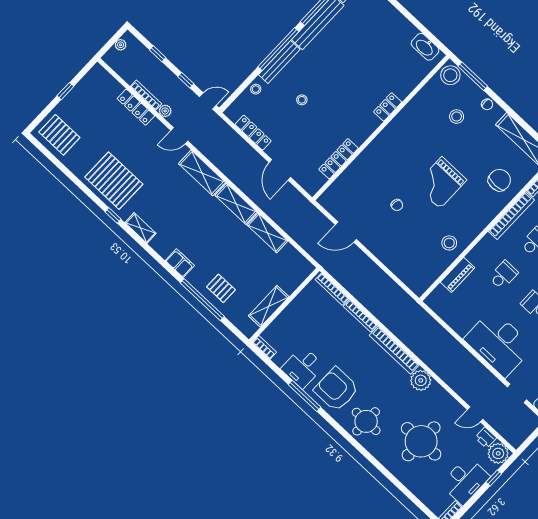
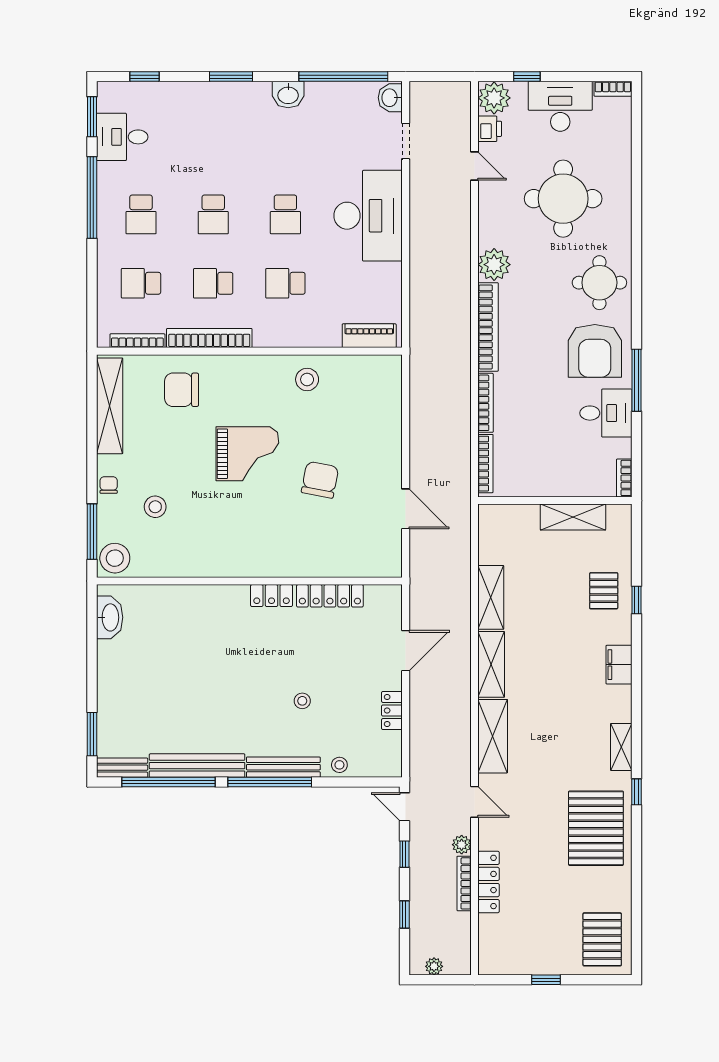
locker: (388, 107) -> (272, 596), moved
locker: (253, 133) -> (392, 710), width x0.66
chair: (397, 205) -> (320, 480), width x1.87, depth x1.87
piano: (458, 275) -> (369, 336), moved
window: (202, 300) -> (637, 600), width x0.32

